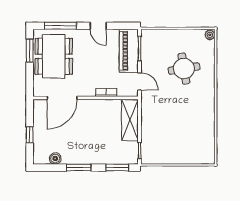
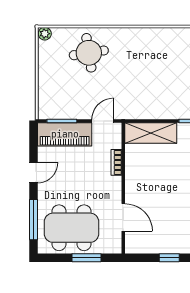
window: (30, 51) -> (86, 258), moved
round table: (184, 69) -> (89, 53), moved
door: (62, 98) -> (123, 217), width x0.73

